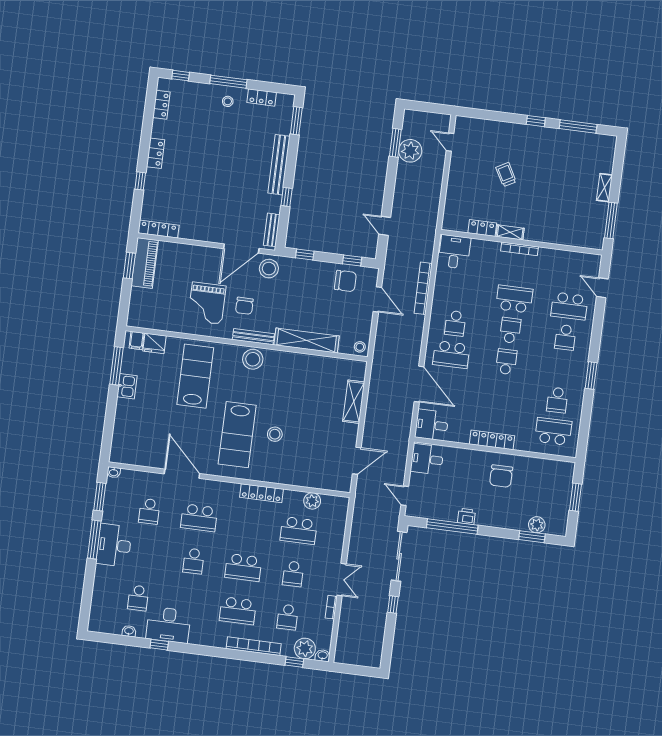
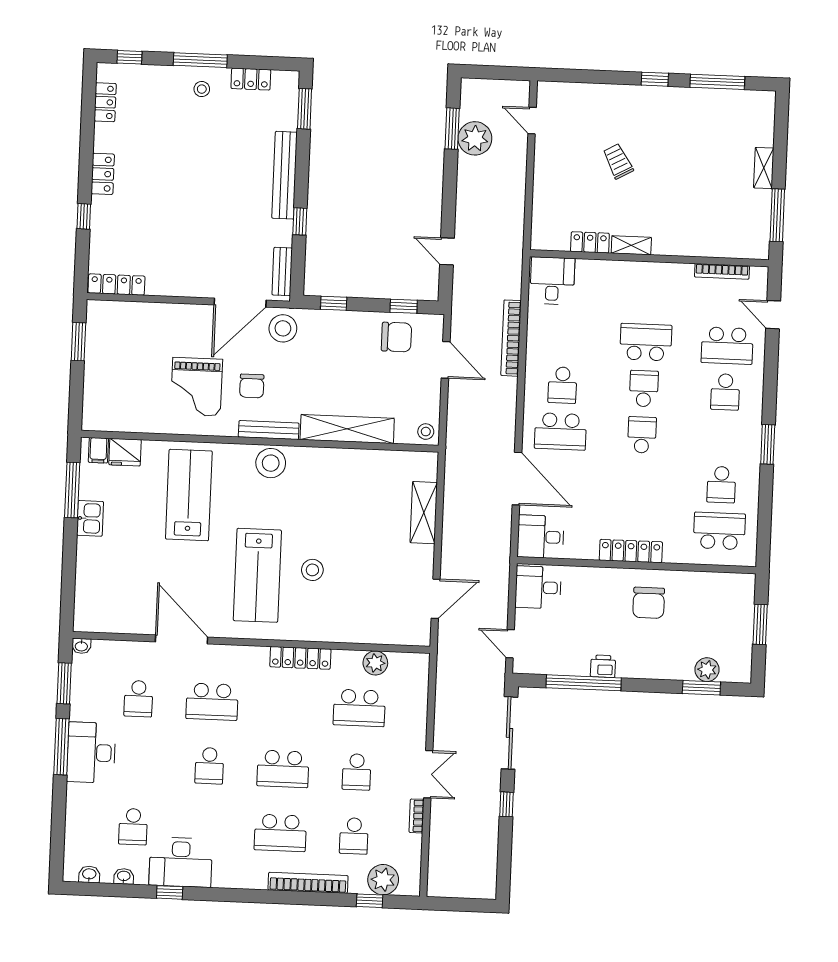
bookcase: (519, 249) -> (722, 271), moved
piano: (145, 263) -> (101, 336), removed
washbasin: (323, 656) -> (89, 874), moved

